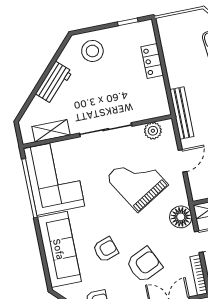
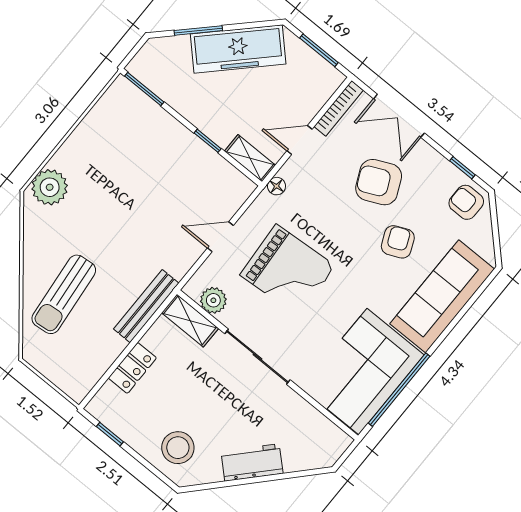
bench: (182, 113) -> (146, 306), moved
shelving: (51, 131) -> (190, 321), moved
grand piano: (137, 181) -> (288, 270), turned -63
floor lamp: (181, 217) -> (277, 186), width x0.53, depth x0.53
armchair: (106, 249) -> (398, 242), turned 84

